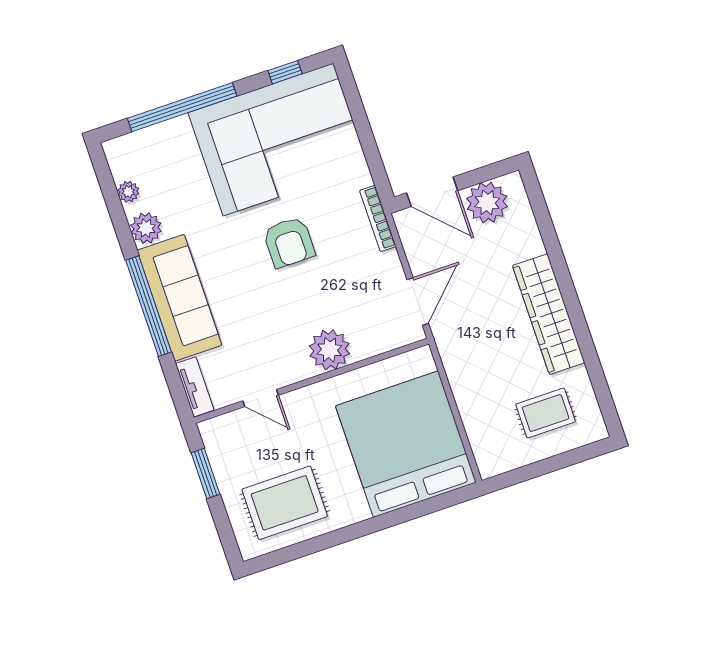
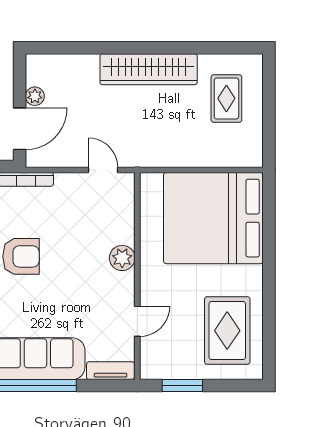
plant: (487, 203) -> (35, 96), width x0.53, depth x0.53
door: (418, 302) -> (103, 170), width x0.73
plant: (329, 350) -> (122, 258), width x0.73, depth x0.73

